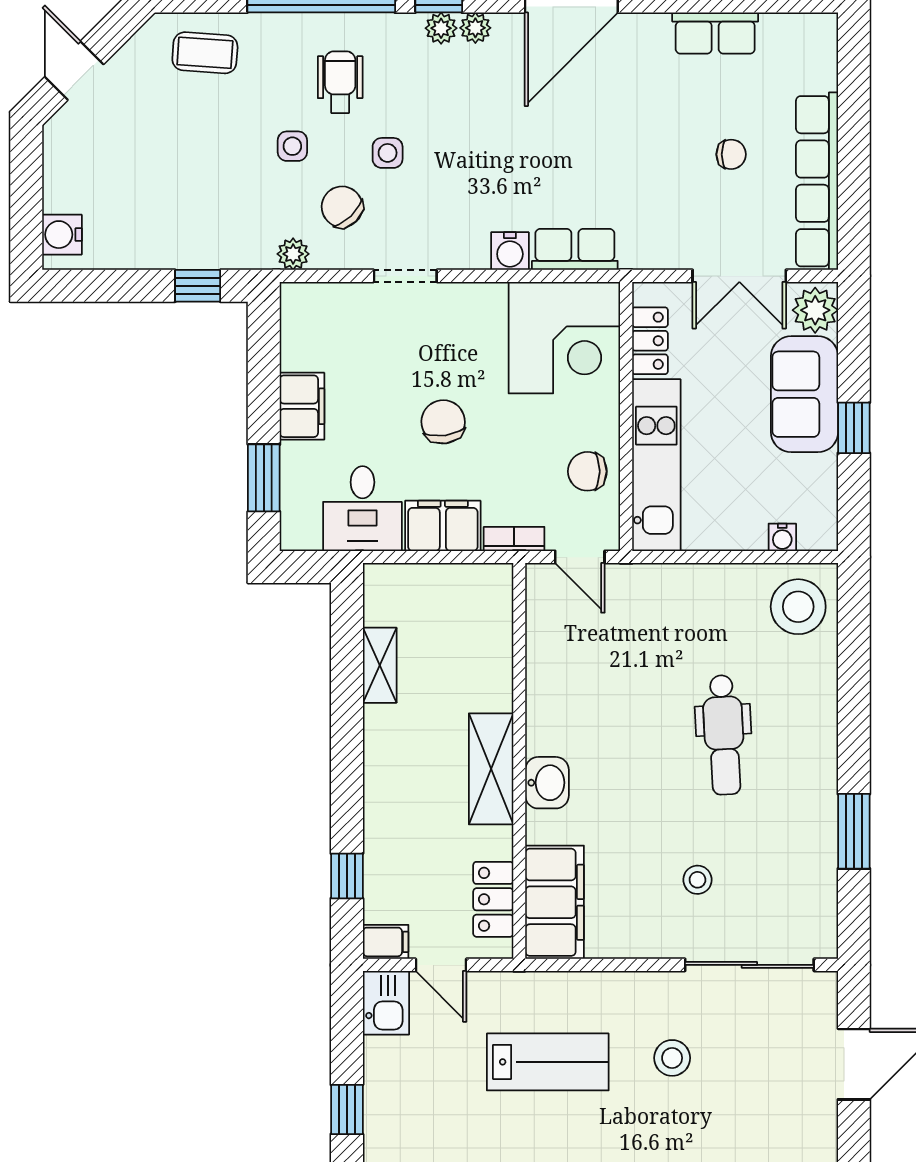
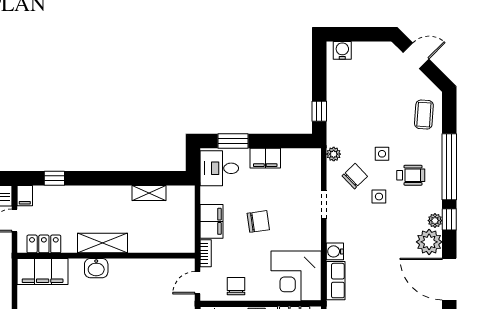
plant: (475, 28) -> (429, 242), width x1.87, depth x1.87
desk: (362, 509) -> (219, 168), moved

